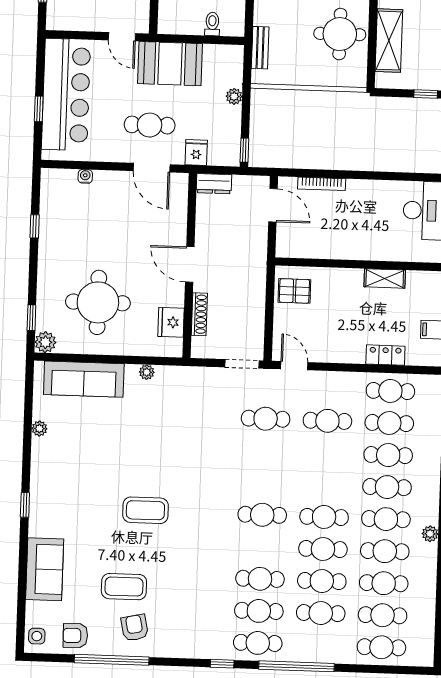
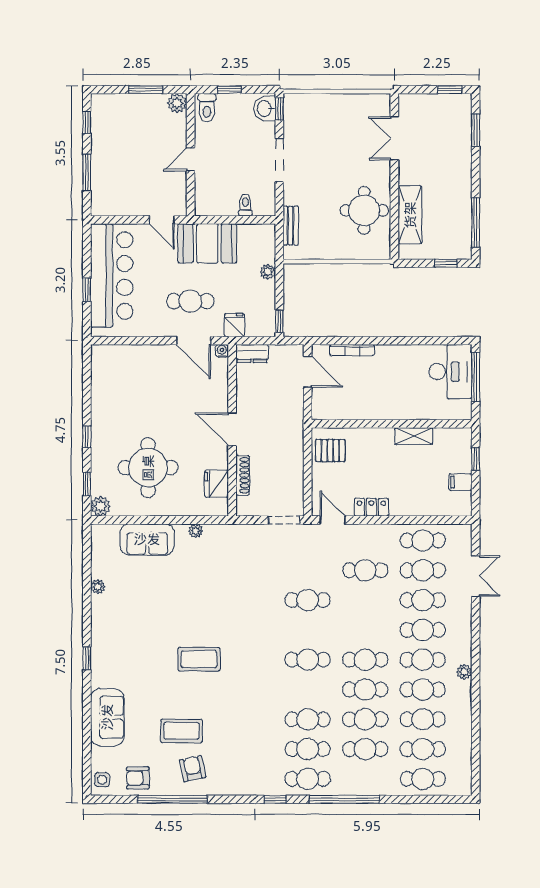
water cooler: (85, 176) -> (222, 351), moved
window: (35, 226) -> (87, 437), moved
locker: (385, 355) -> (371, 507), moved
sofa: (84, 379) -> (147, 539), width x0.73
cafe table: (266, 419) -> (308, 600), moved

